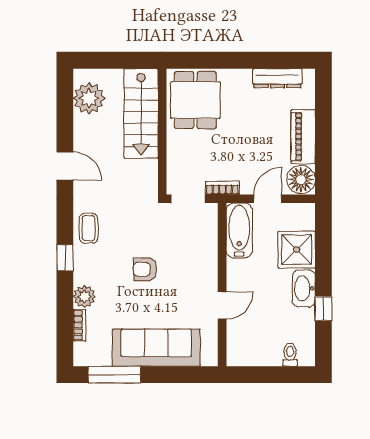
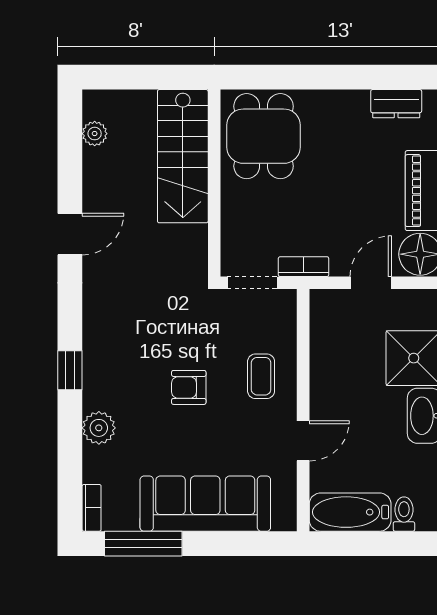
dresser: (277, 78) -> (396, 104), width x0.70
plant: (89, 98) -> (95, 134), width x0.53, depth x0.53
door: (65, 166) -> (70, 234), hinge flipped
coffee table: (89, 228) -> (261, 376), moved
bathtub: (239, 230) -> (350, 512), moved, turned -90
bookcase: (80, 325) -> (92, 508), moved

